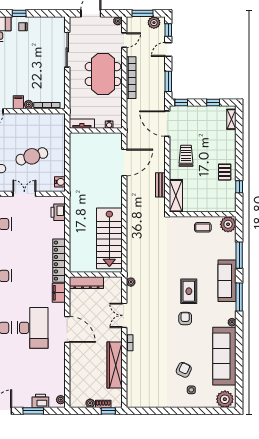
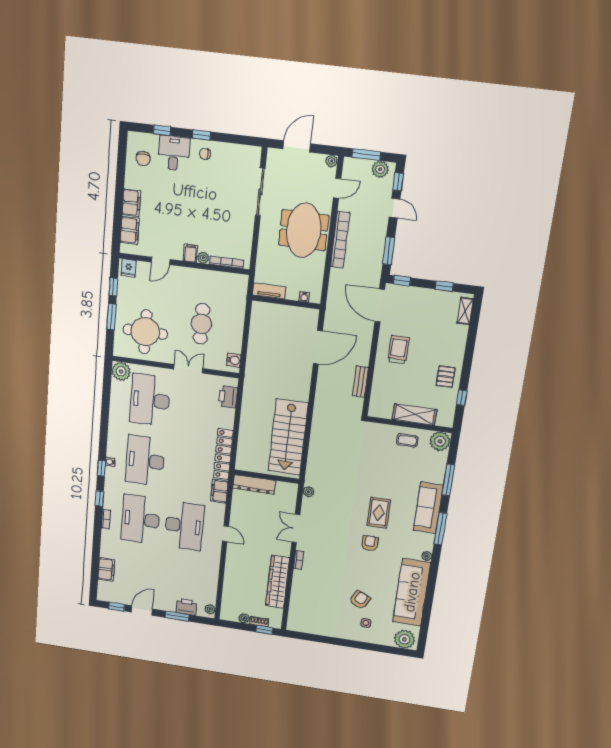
door: (168, 49) -> (395, 208), swing flipped
cafe table: (32, 156) -> (201, 324), turned -73
shelving: (176, 196) -> (414, 415), moved, turned 90
door: (67, 329) -> (225, 534), width x0.53

